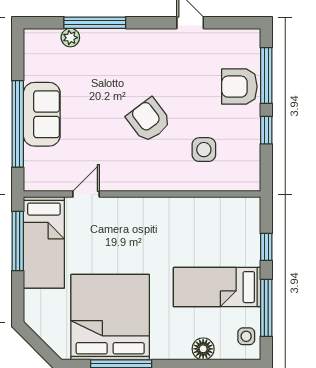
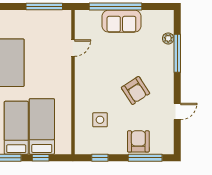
armchair: (149, 120) -> (136, 90), moved, turned 94
window: (266, 130) -> (100, 158), moved
door: (86, 194) -> (73, 48), hinge flipped
bed: (44, 242) -> (42, 126), moved, turned 90

